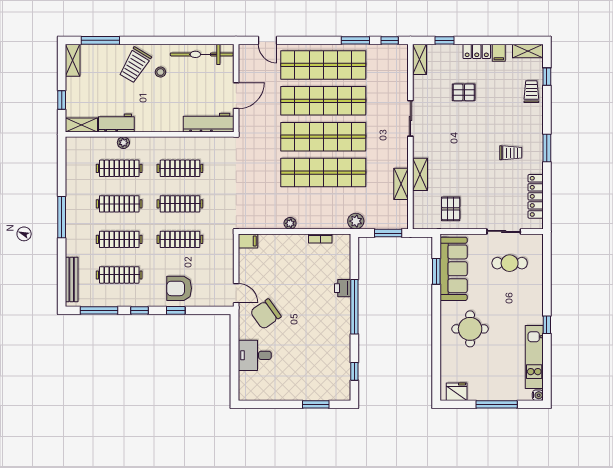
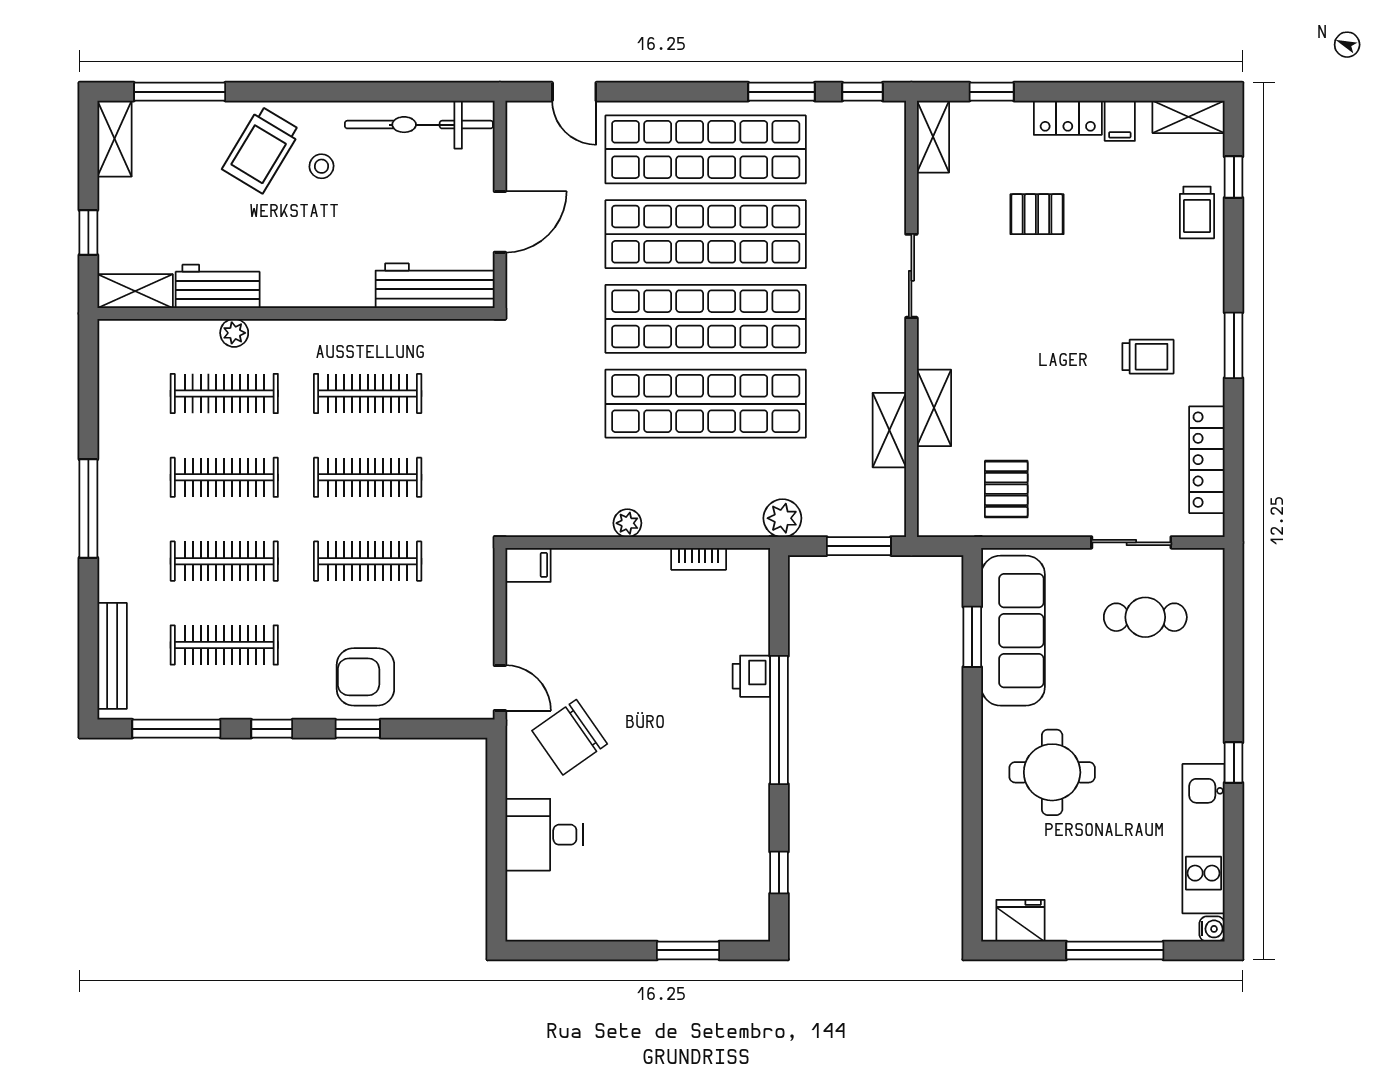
trolley: (531, 92) -> (1197, 212), turned 180

